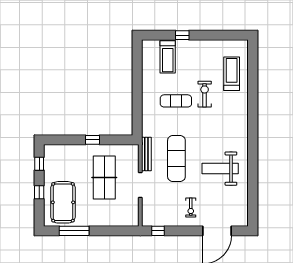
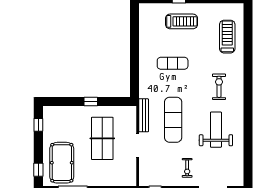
treadmill: (168, 57) -> (182, 21), moved, turned -90
exercise bike: (205, 94) -> (219, 87), moved
weight bench: (220, 169) -> (216, 130), turned 90
window: (39, 192) -> (38, 170), moved

